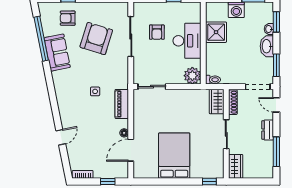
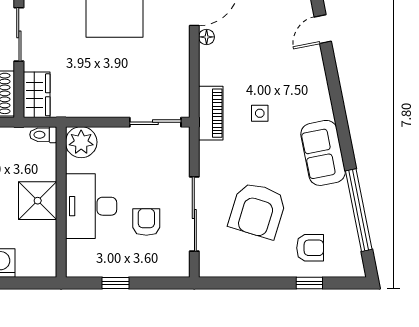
shower: (216, 32) -> (38, 201), moved
sofa: (57, 53) -> (323, 153), moved
piano: (122, 104) -> (211, 113), moved

